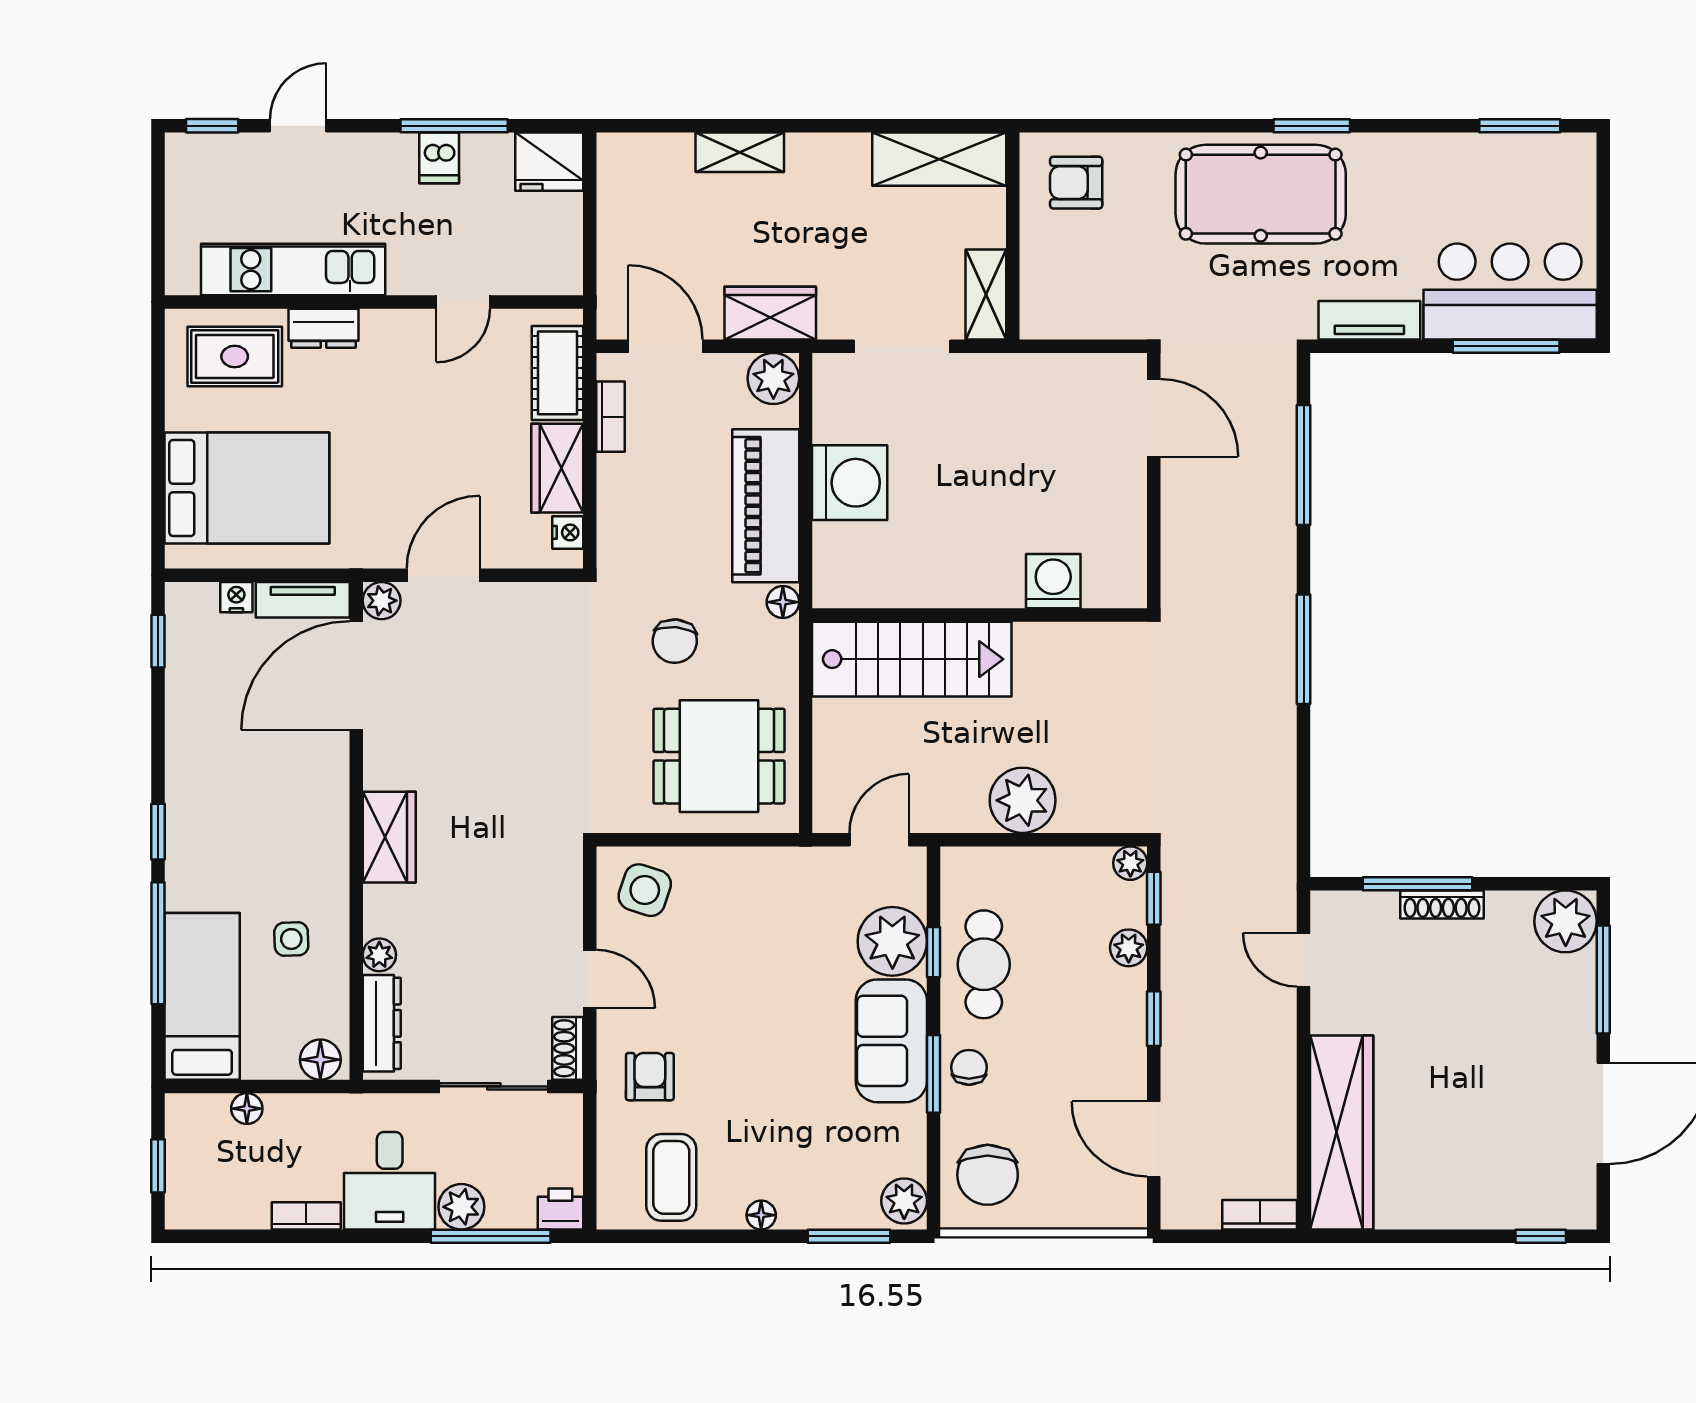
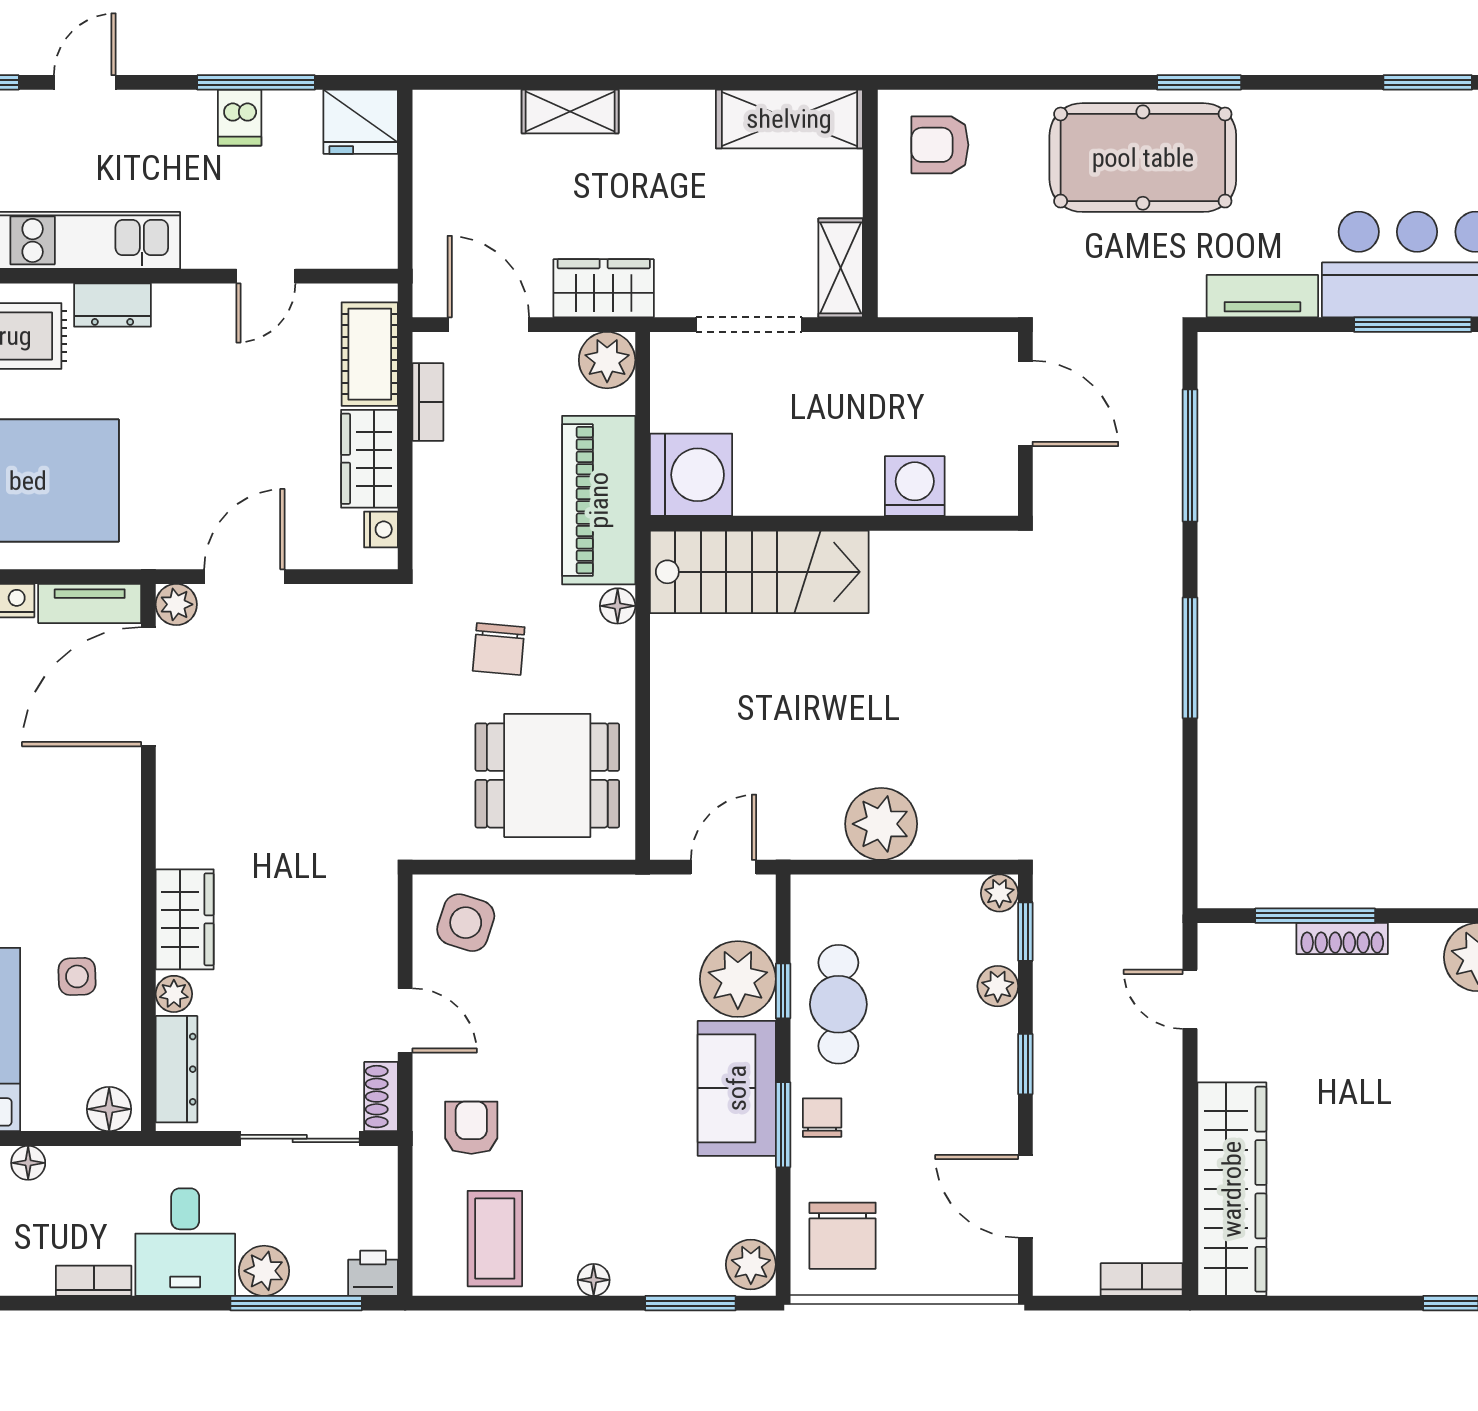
washing machine: (1053, 581) -> (915, 486), moved
wall: (980, 615) -> (834, 523), moved
stairs: (912, 659) -> (759, 572), moved
wardrobe: (389, 837) -> (185, 919), moved

